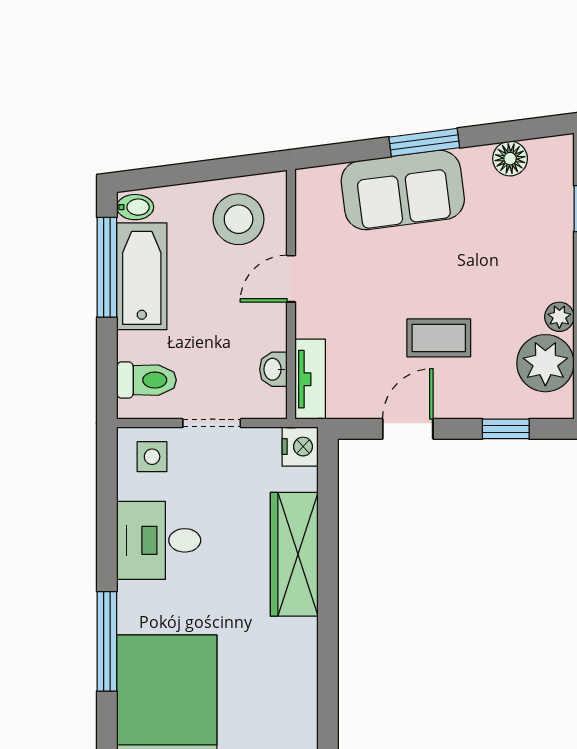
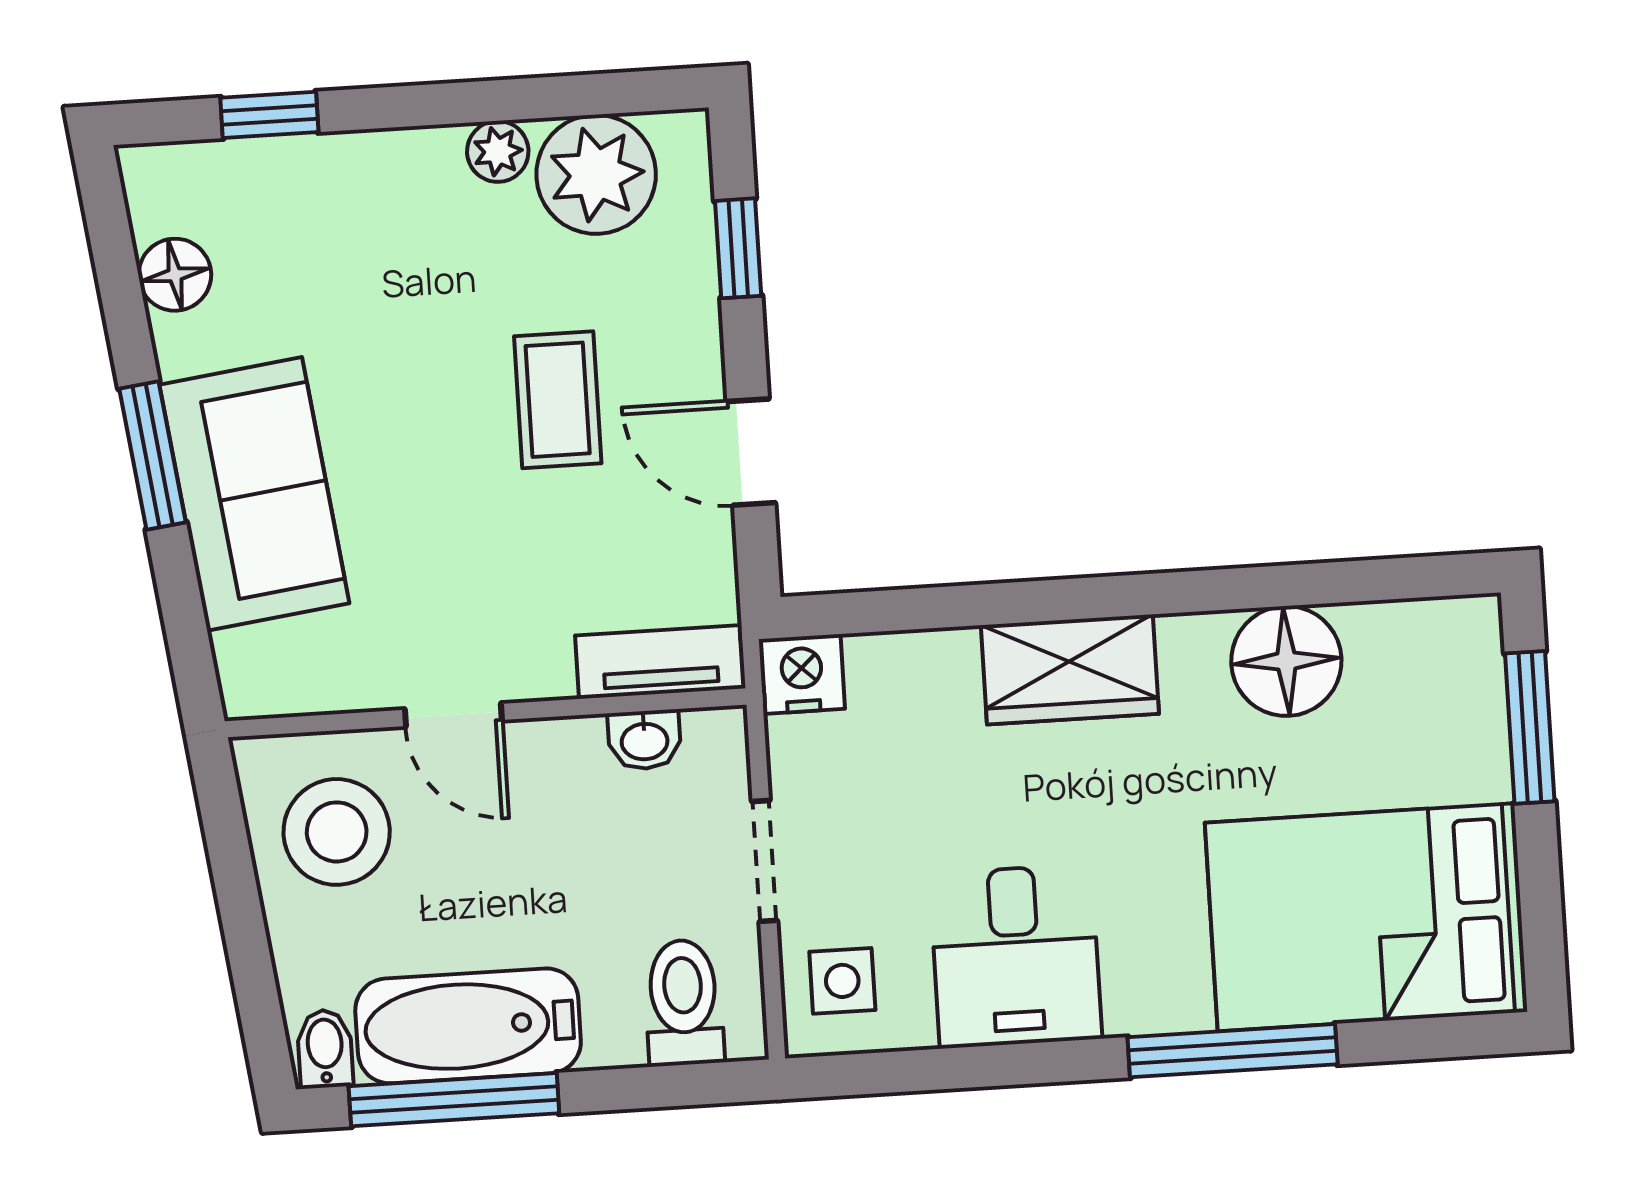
wardrobe: (294, 554) -> (1070, 669), width x0.67
floor lamp: (292, 679) -> (1286, 661), added

